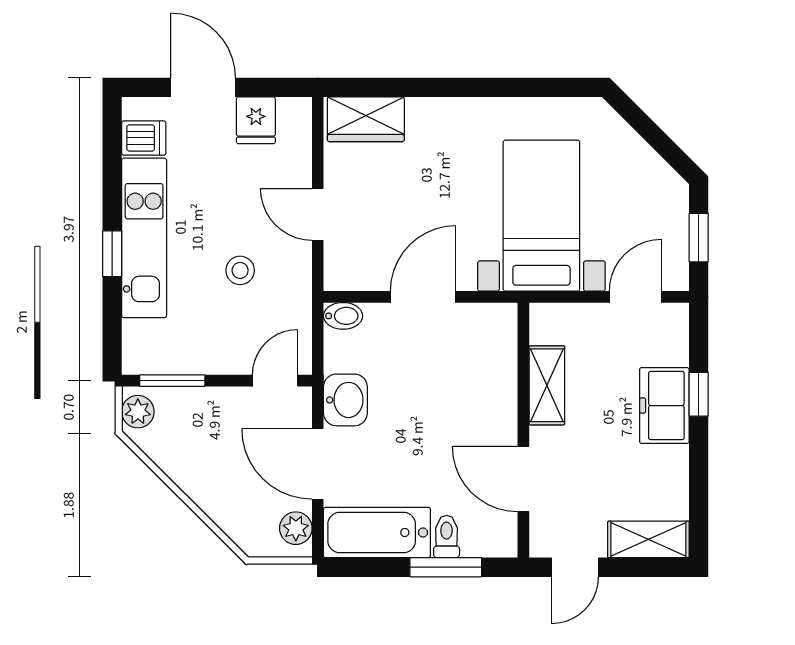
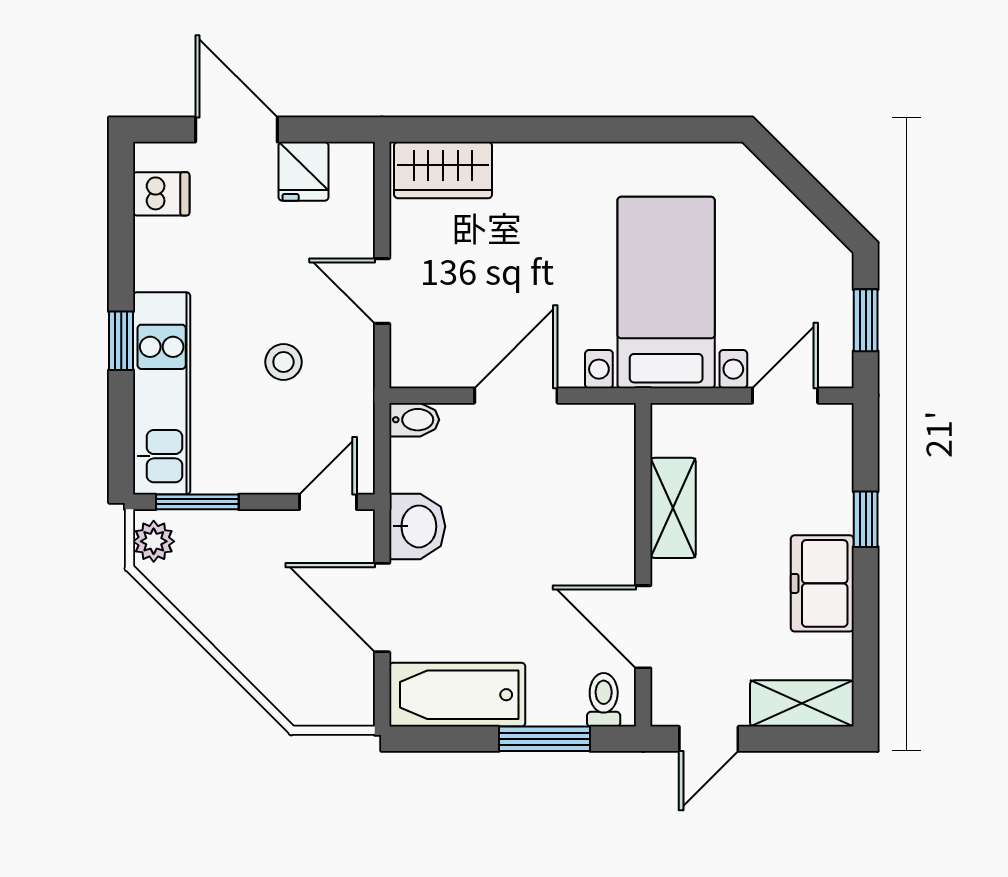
kitchen unit: (144, 238) -> (162, 393), moved
freezer: (664, 406) -> (822, 583), moved
plant: (296, 528) -> (354, 689), removed
toilet: (447, 537) -> (604, 700), moved

